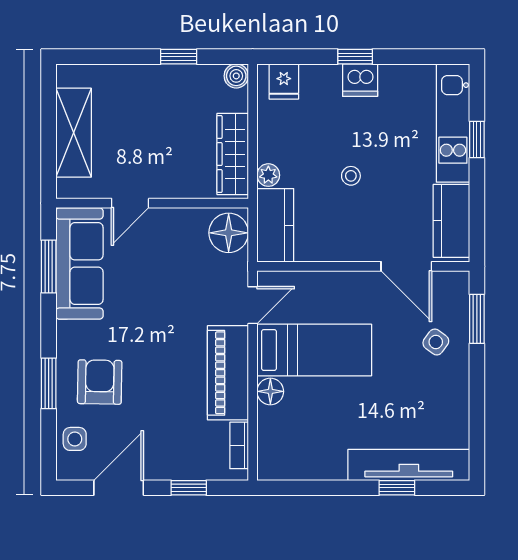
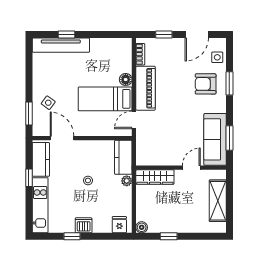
window: (355, 57) -> (72, 236), moved
window: (477, 139) -> (29, 178), moved
wardrobe: (233, 154) -> (155, 177), moved, turned 90
floor lamp: (229, 233) -> (145, 154), removed
armchair: (100, 382) -> (206, 84), turned 89

